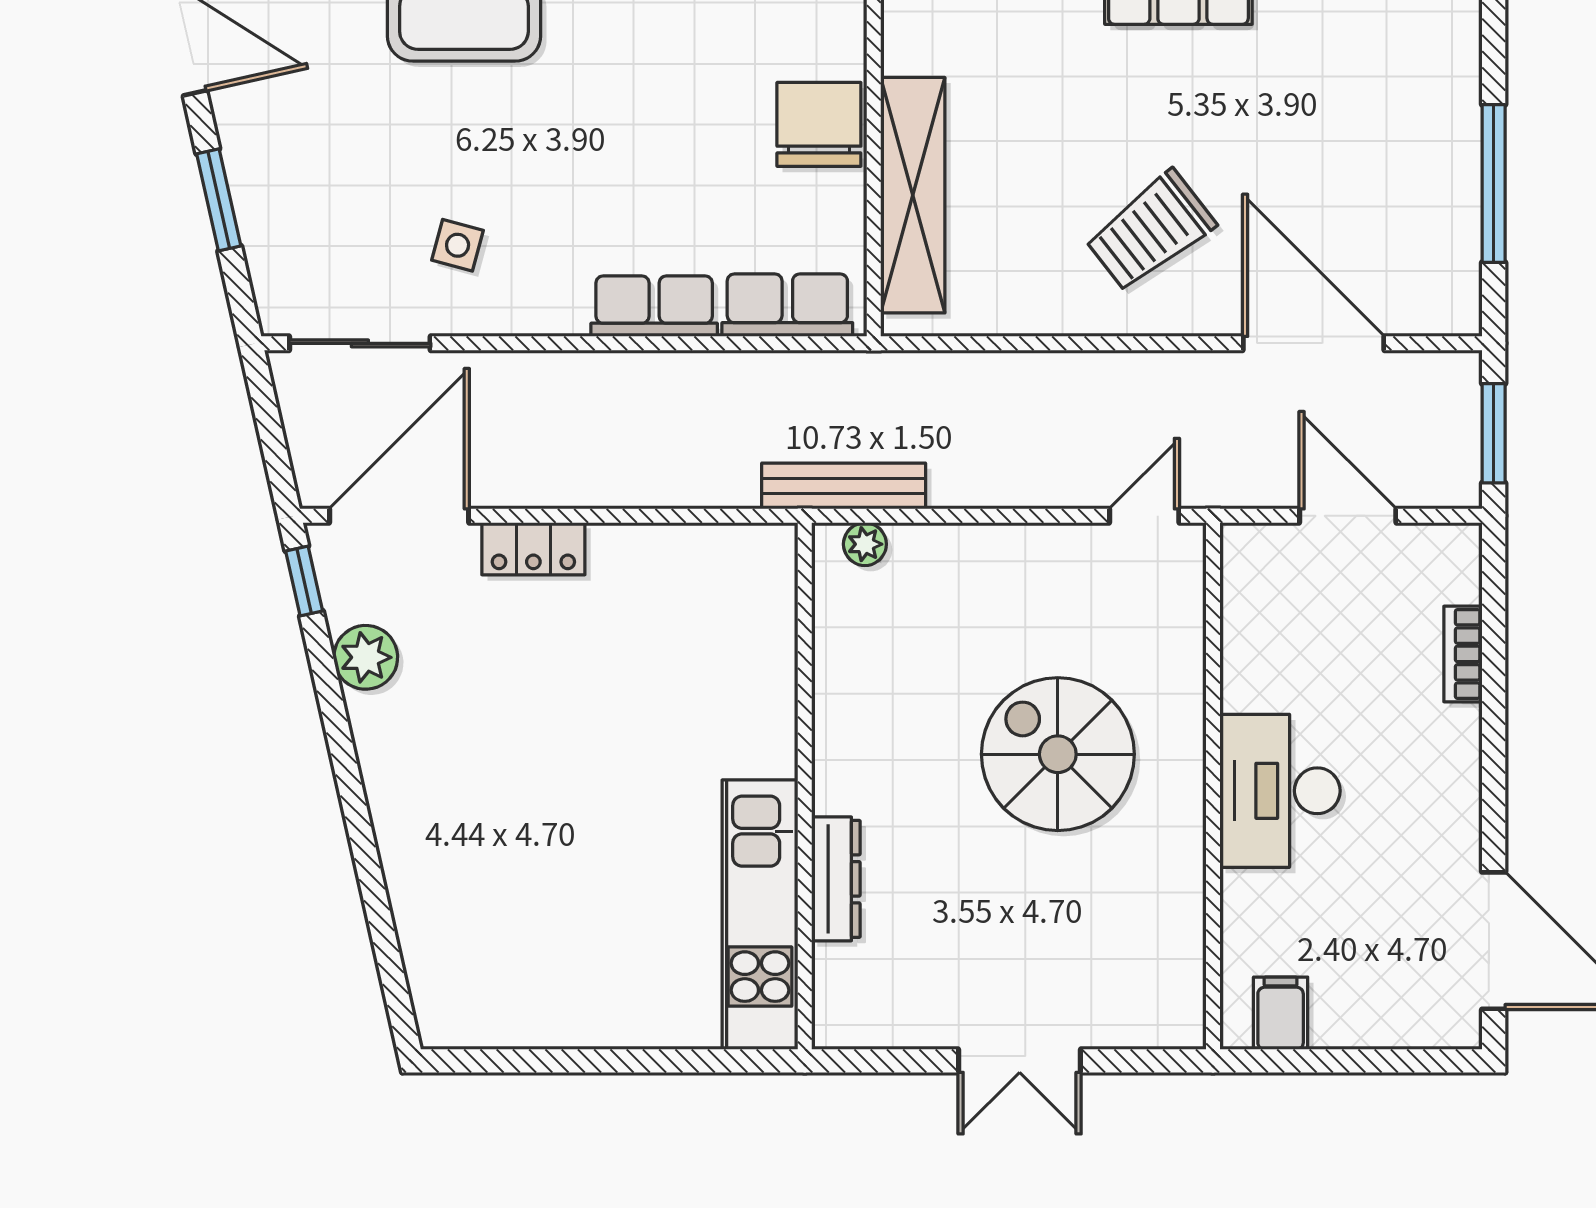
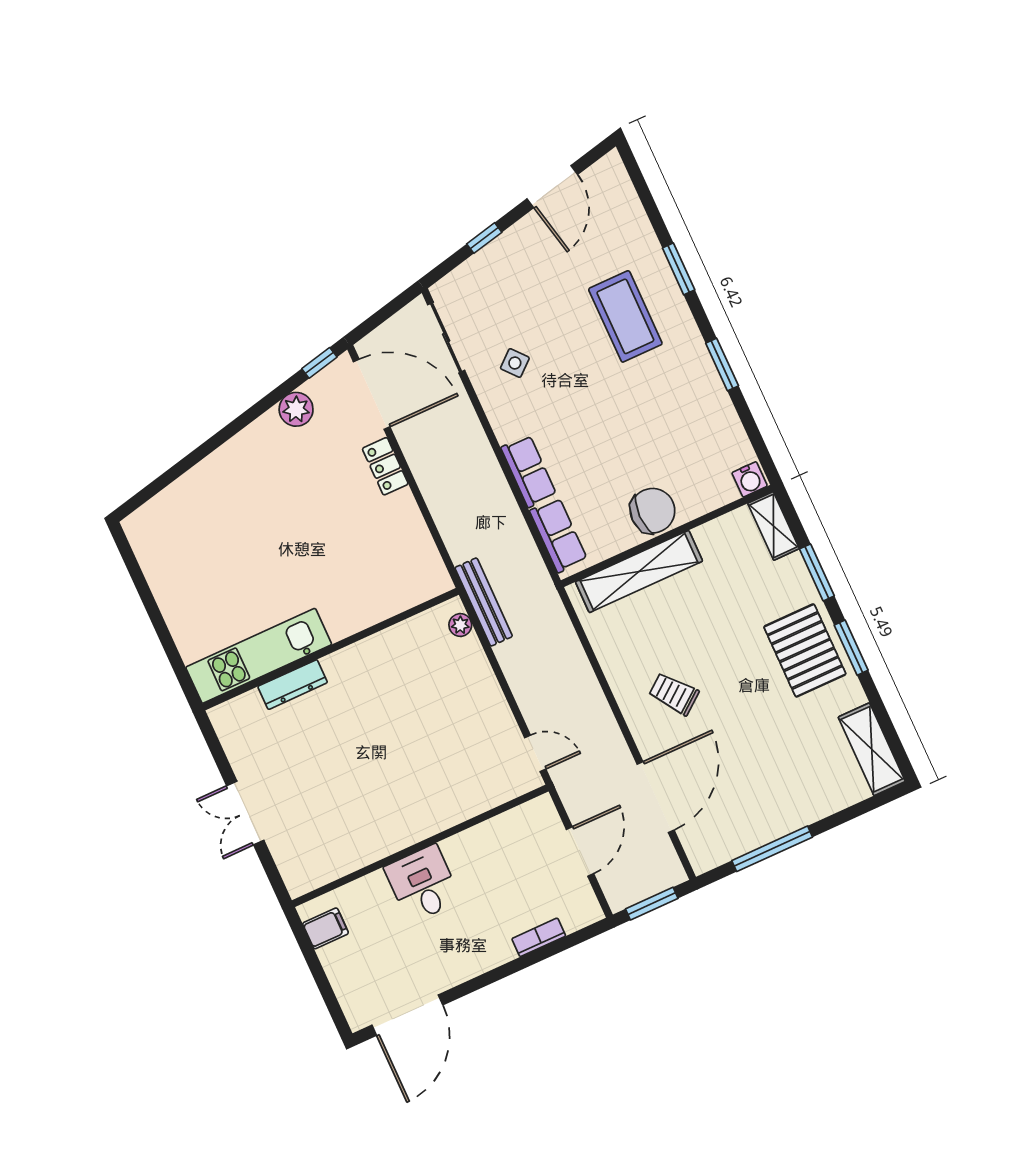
window: (219, 200) -> (484, 238), width x0.67
trolley: (1150, 231) -> (674, 694), width x0.73, depth x0.72
side table: (458, 245) -> (515, 363), turned 34
spiral stairs: (1058, 754) -> (401, 764), removed
desk: (1280, 791) -> (423, 884), width x0.73

